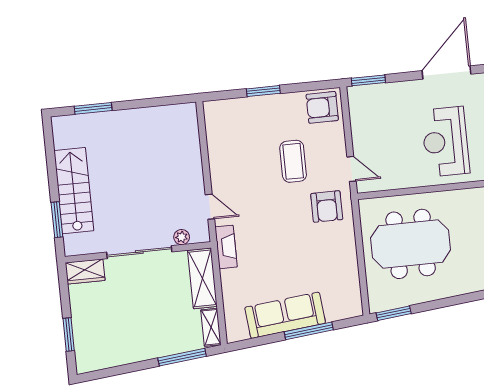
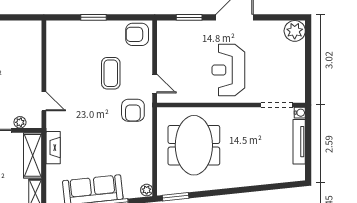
window: (368, 80) -> (189, 17), moved
meeting table: (411, 244) -> (194, 145), turned 90
fireplace: (226, 247) -> (53, 148), moved
plant: (355, 308) -> (147, 190), added

